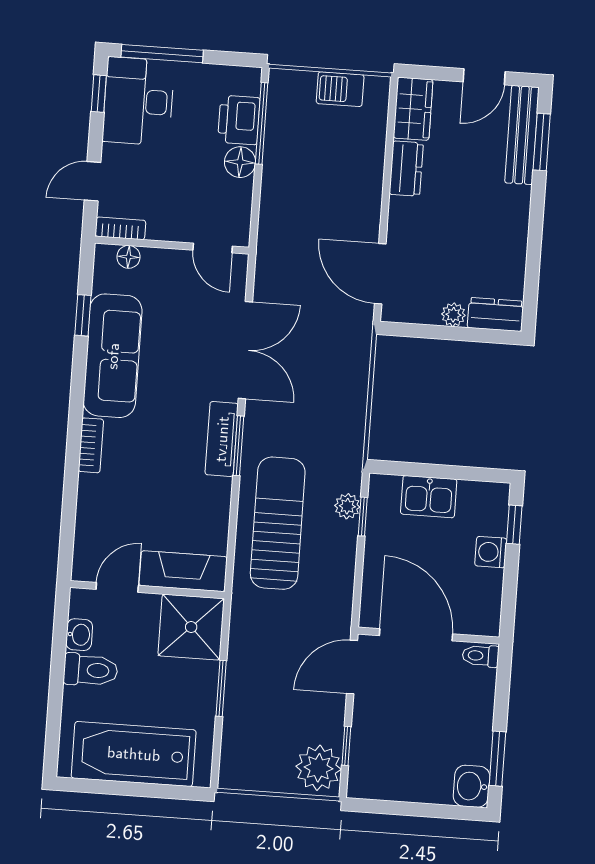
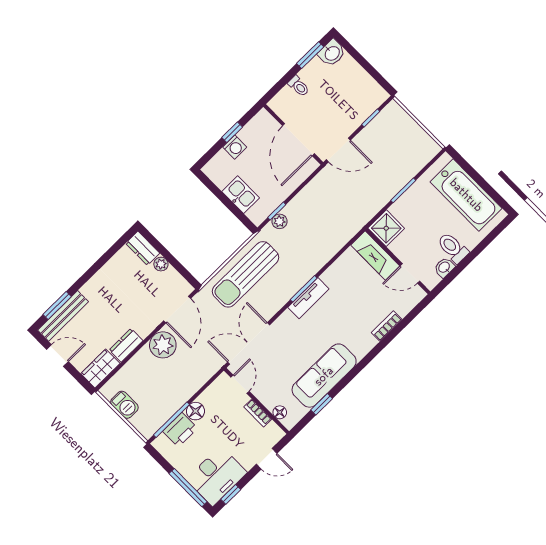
bookcase: (120, 228) -> (258, 413), moved
double door: (245, 350) -> (249, 343), moved
bookcase: (91, 445) -> (387, 326), moved
sun lounger: (278, 523) -> (245, 274), moved
window: (514, 525) -> (232, 132), moved
shower: (191, 627) -> (386, 228), width x0.73, depth x0.73
toilet: (481, 656) -> (299, 86), moved
plant: (319, 768) -> (163, 345), moved

